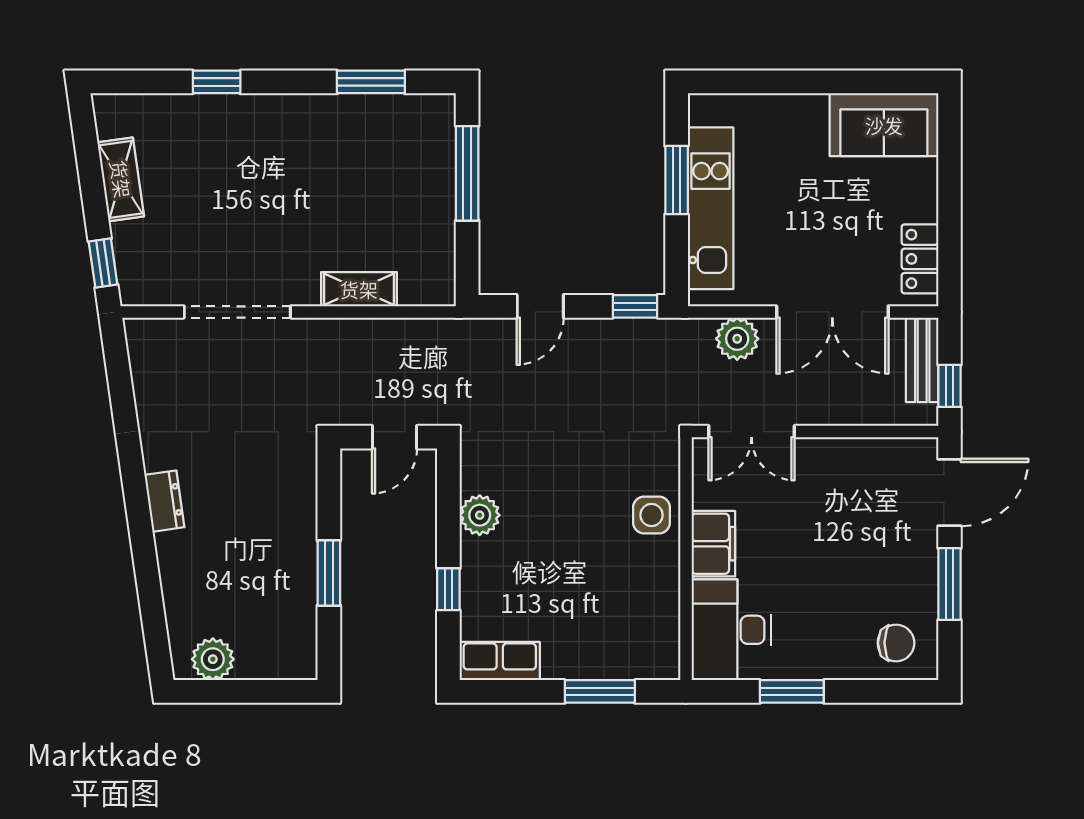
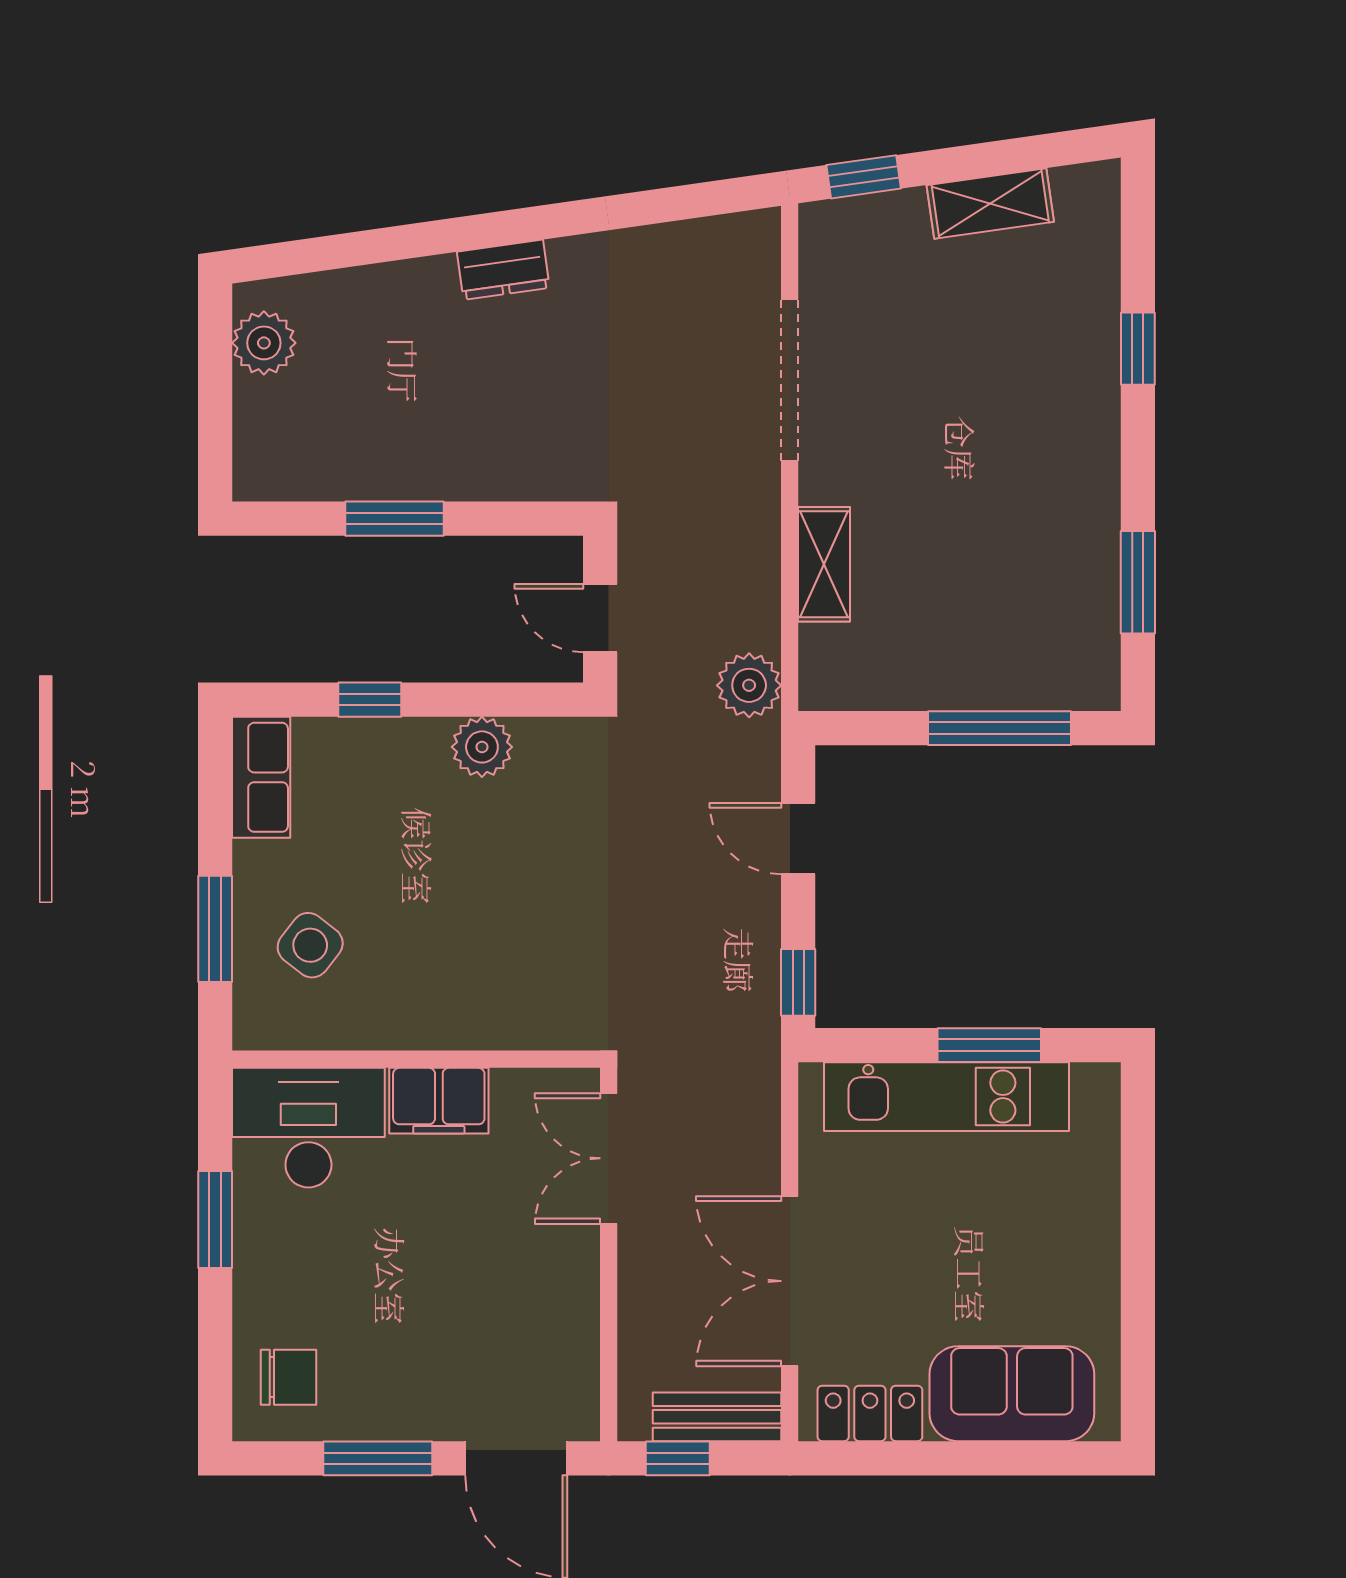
sofa: (884, 125) -> (1012, 1394), moved, turned 90
plant: (737, 339) -> (749, 685), moved
side table: (652, 515) -> (310, 945), moved, turned 38
chair: (896, 643) -> (288, 1377), turned -90

